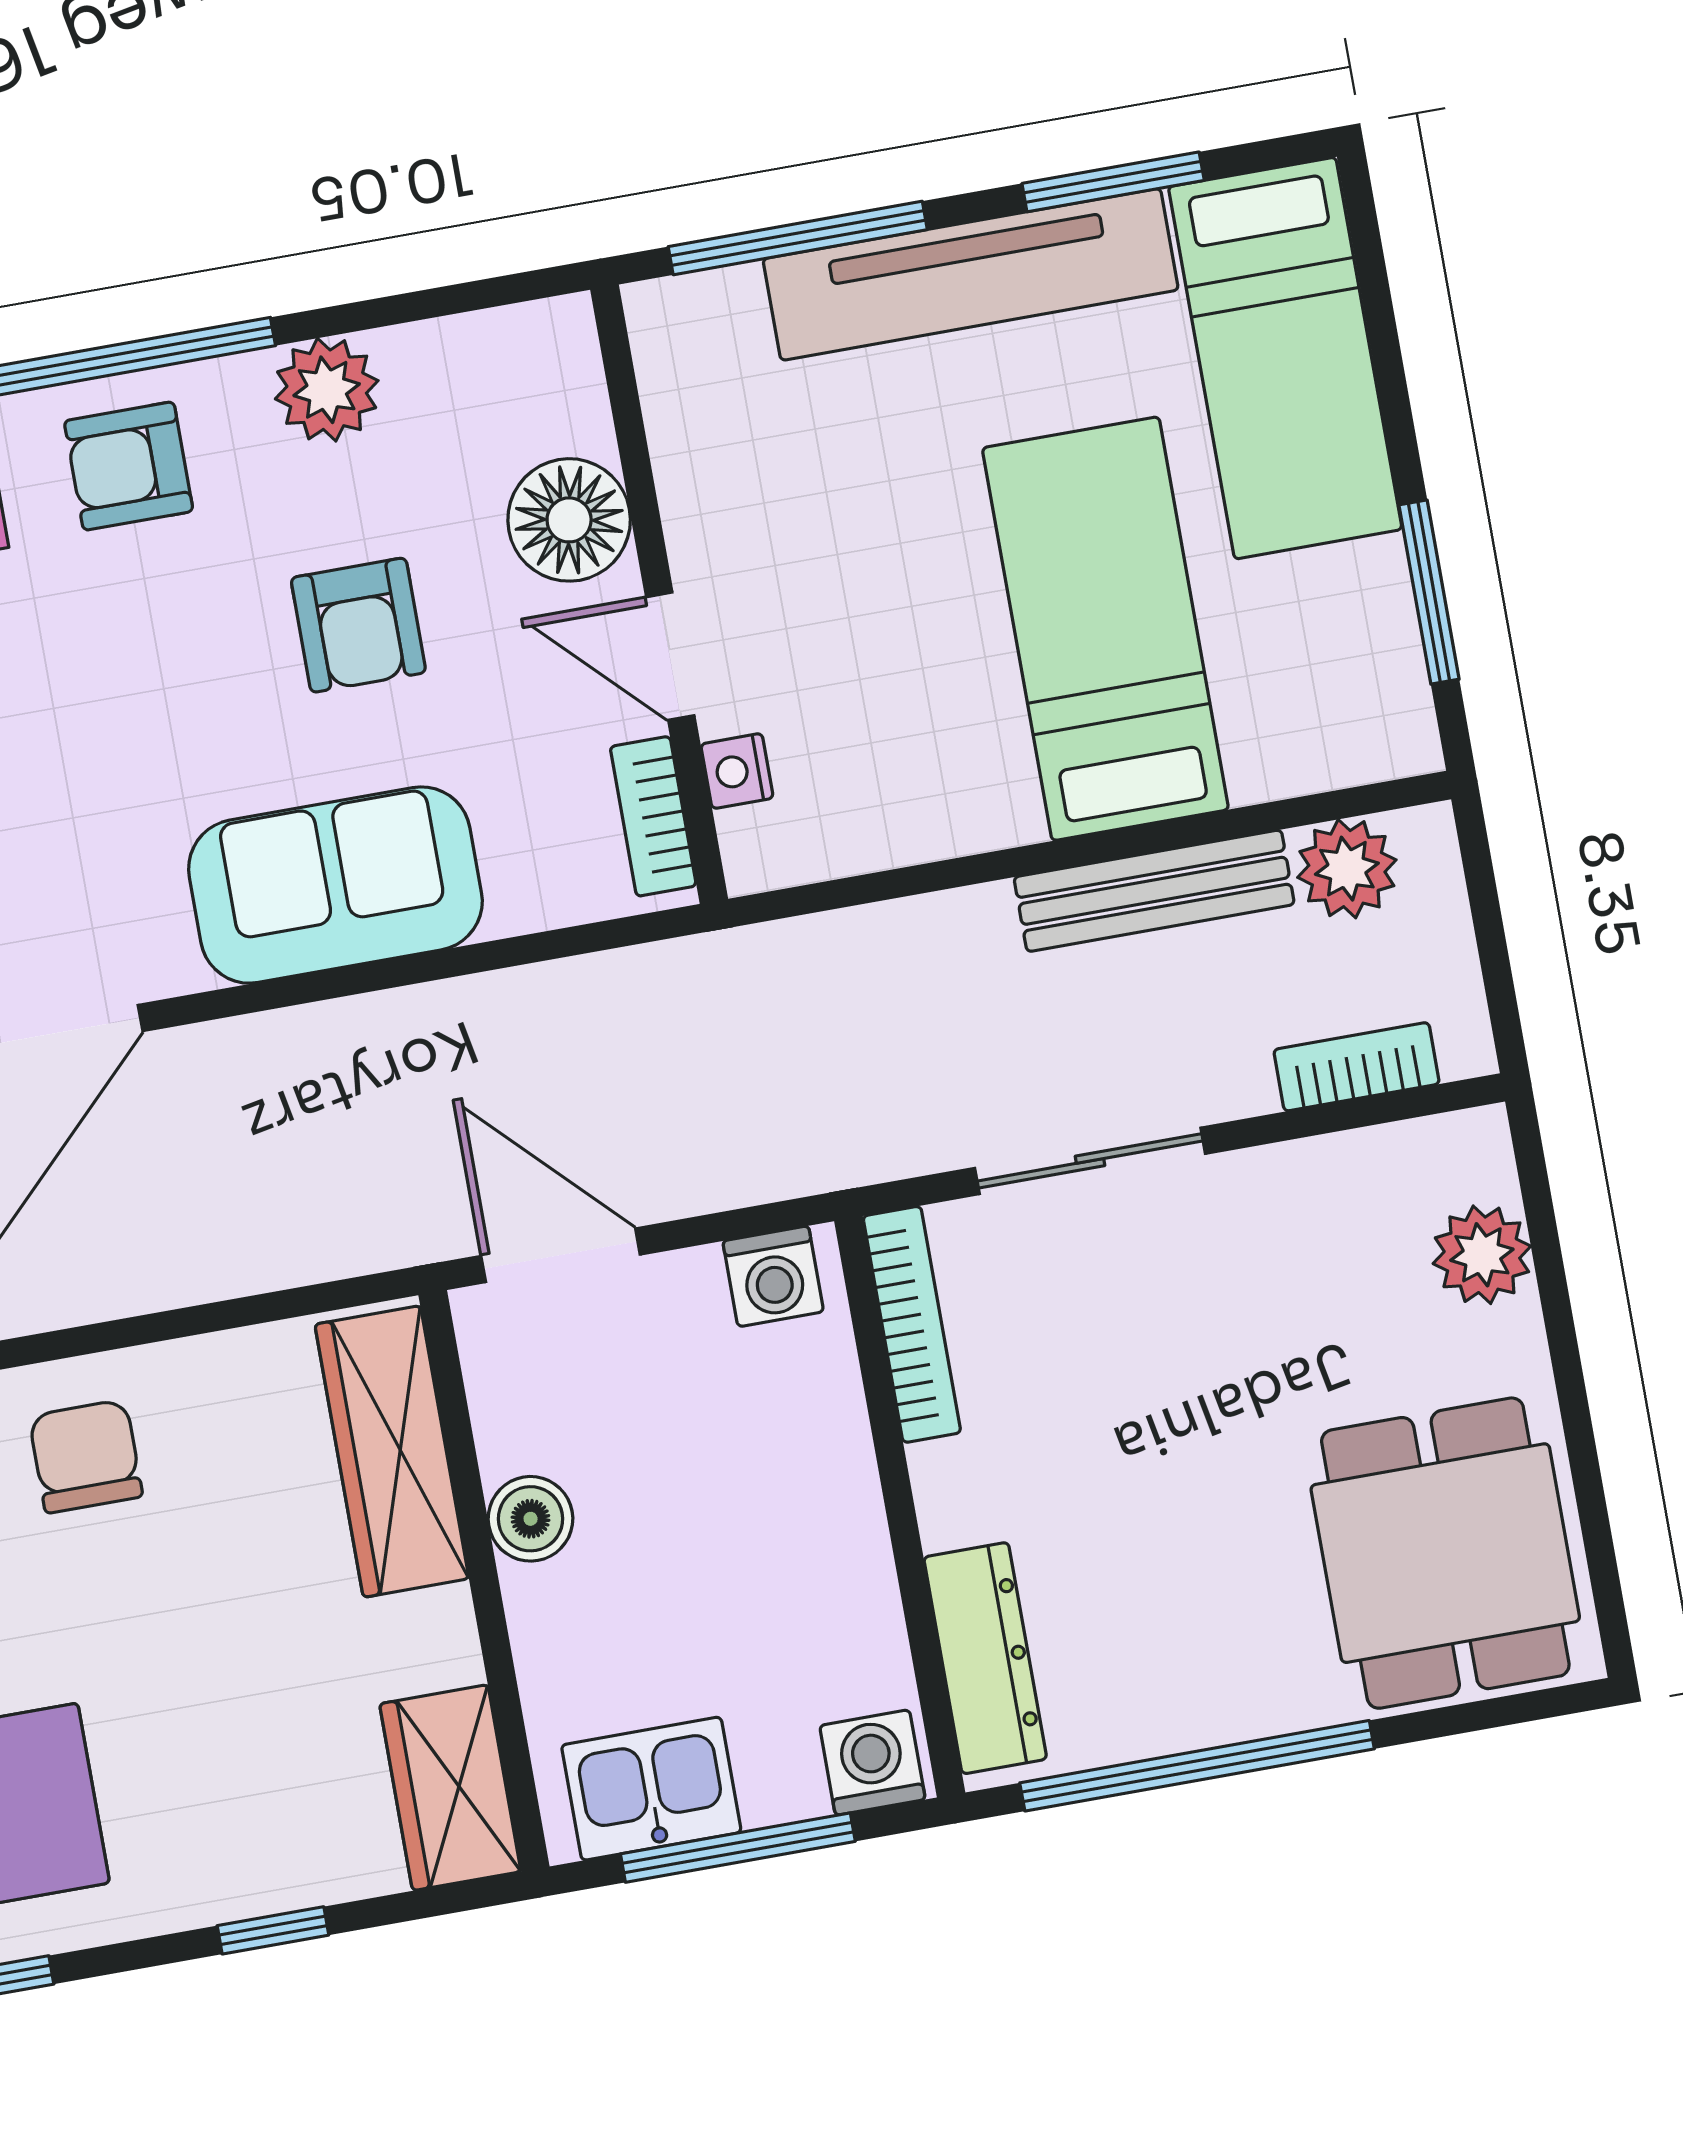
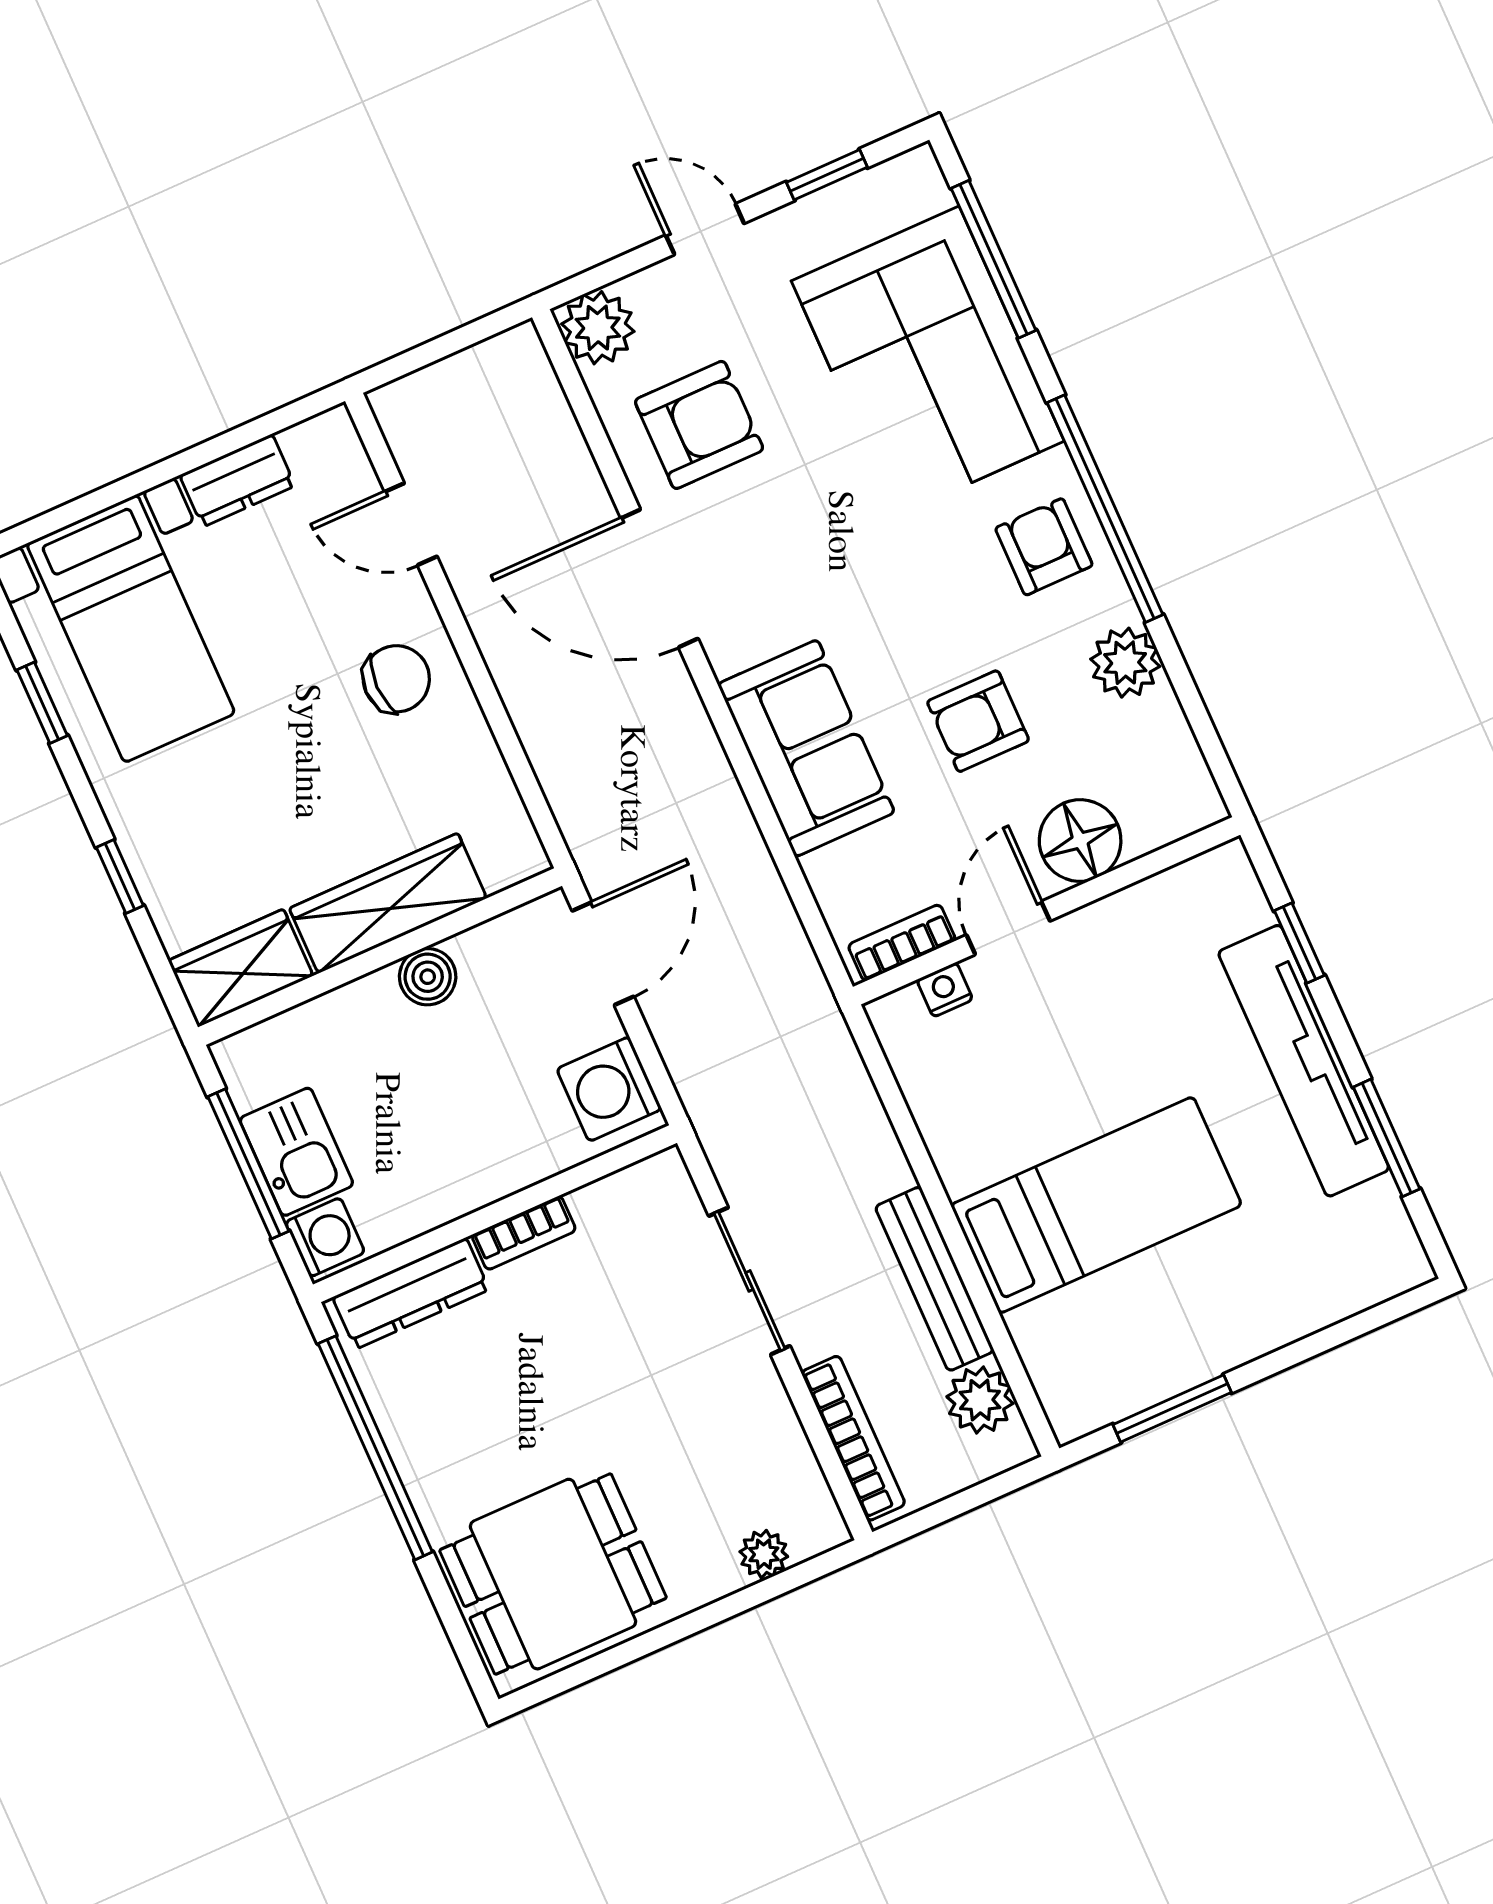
window: (798, 238) -> (1299, 943), width x0.46
bed: (1285, 358) -> (1300, 1278), removed
bookcase: (1357, 1067) -> (853, 1438), width x1.56
plant: (1482, 1255) -> (764, 1554), width x0.73, depth x0.73
washing machine: (773, 1276) -> (609, 1089), width x1.38, depth x1.38
bookcase: (912, 1324) -> (524, 1233), moved, width x0.64
wardrobe: (392, 1452) -> (388, 903), moved
kitchen sink: (651, 1789) -> (296, 1152), moved

